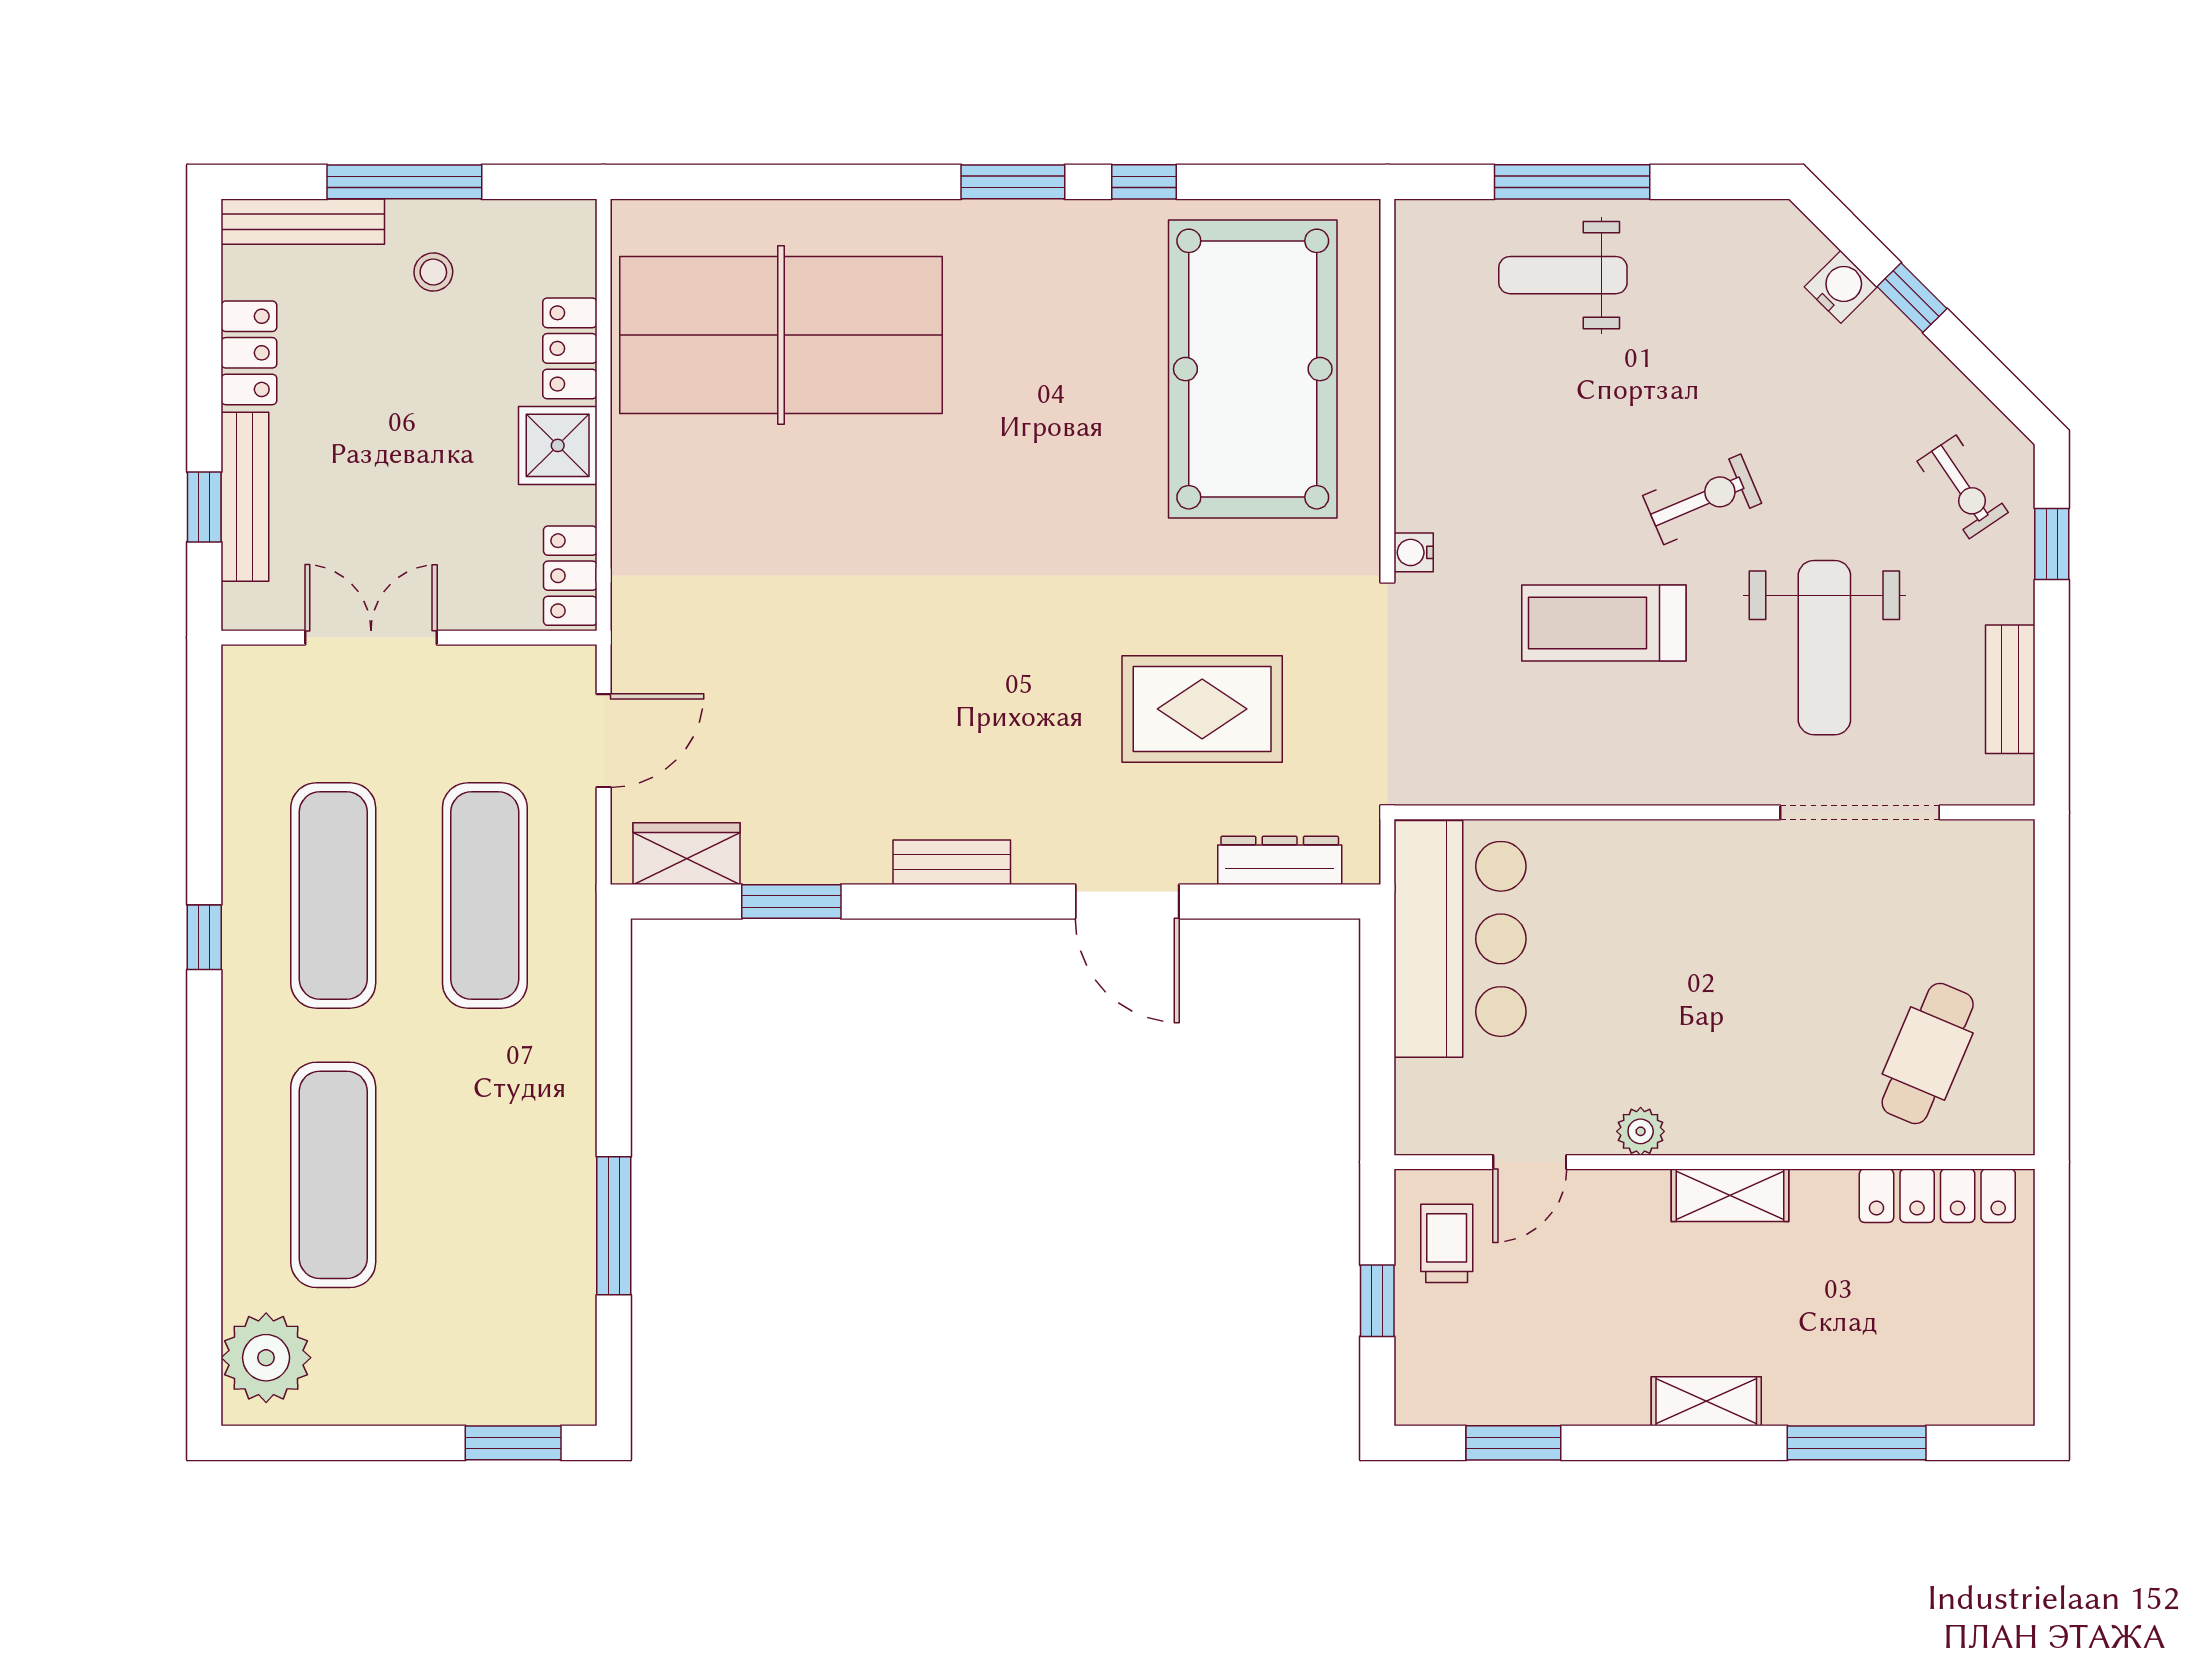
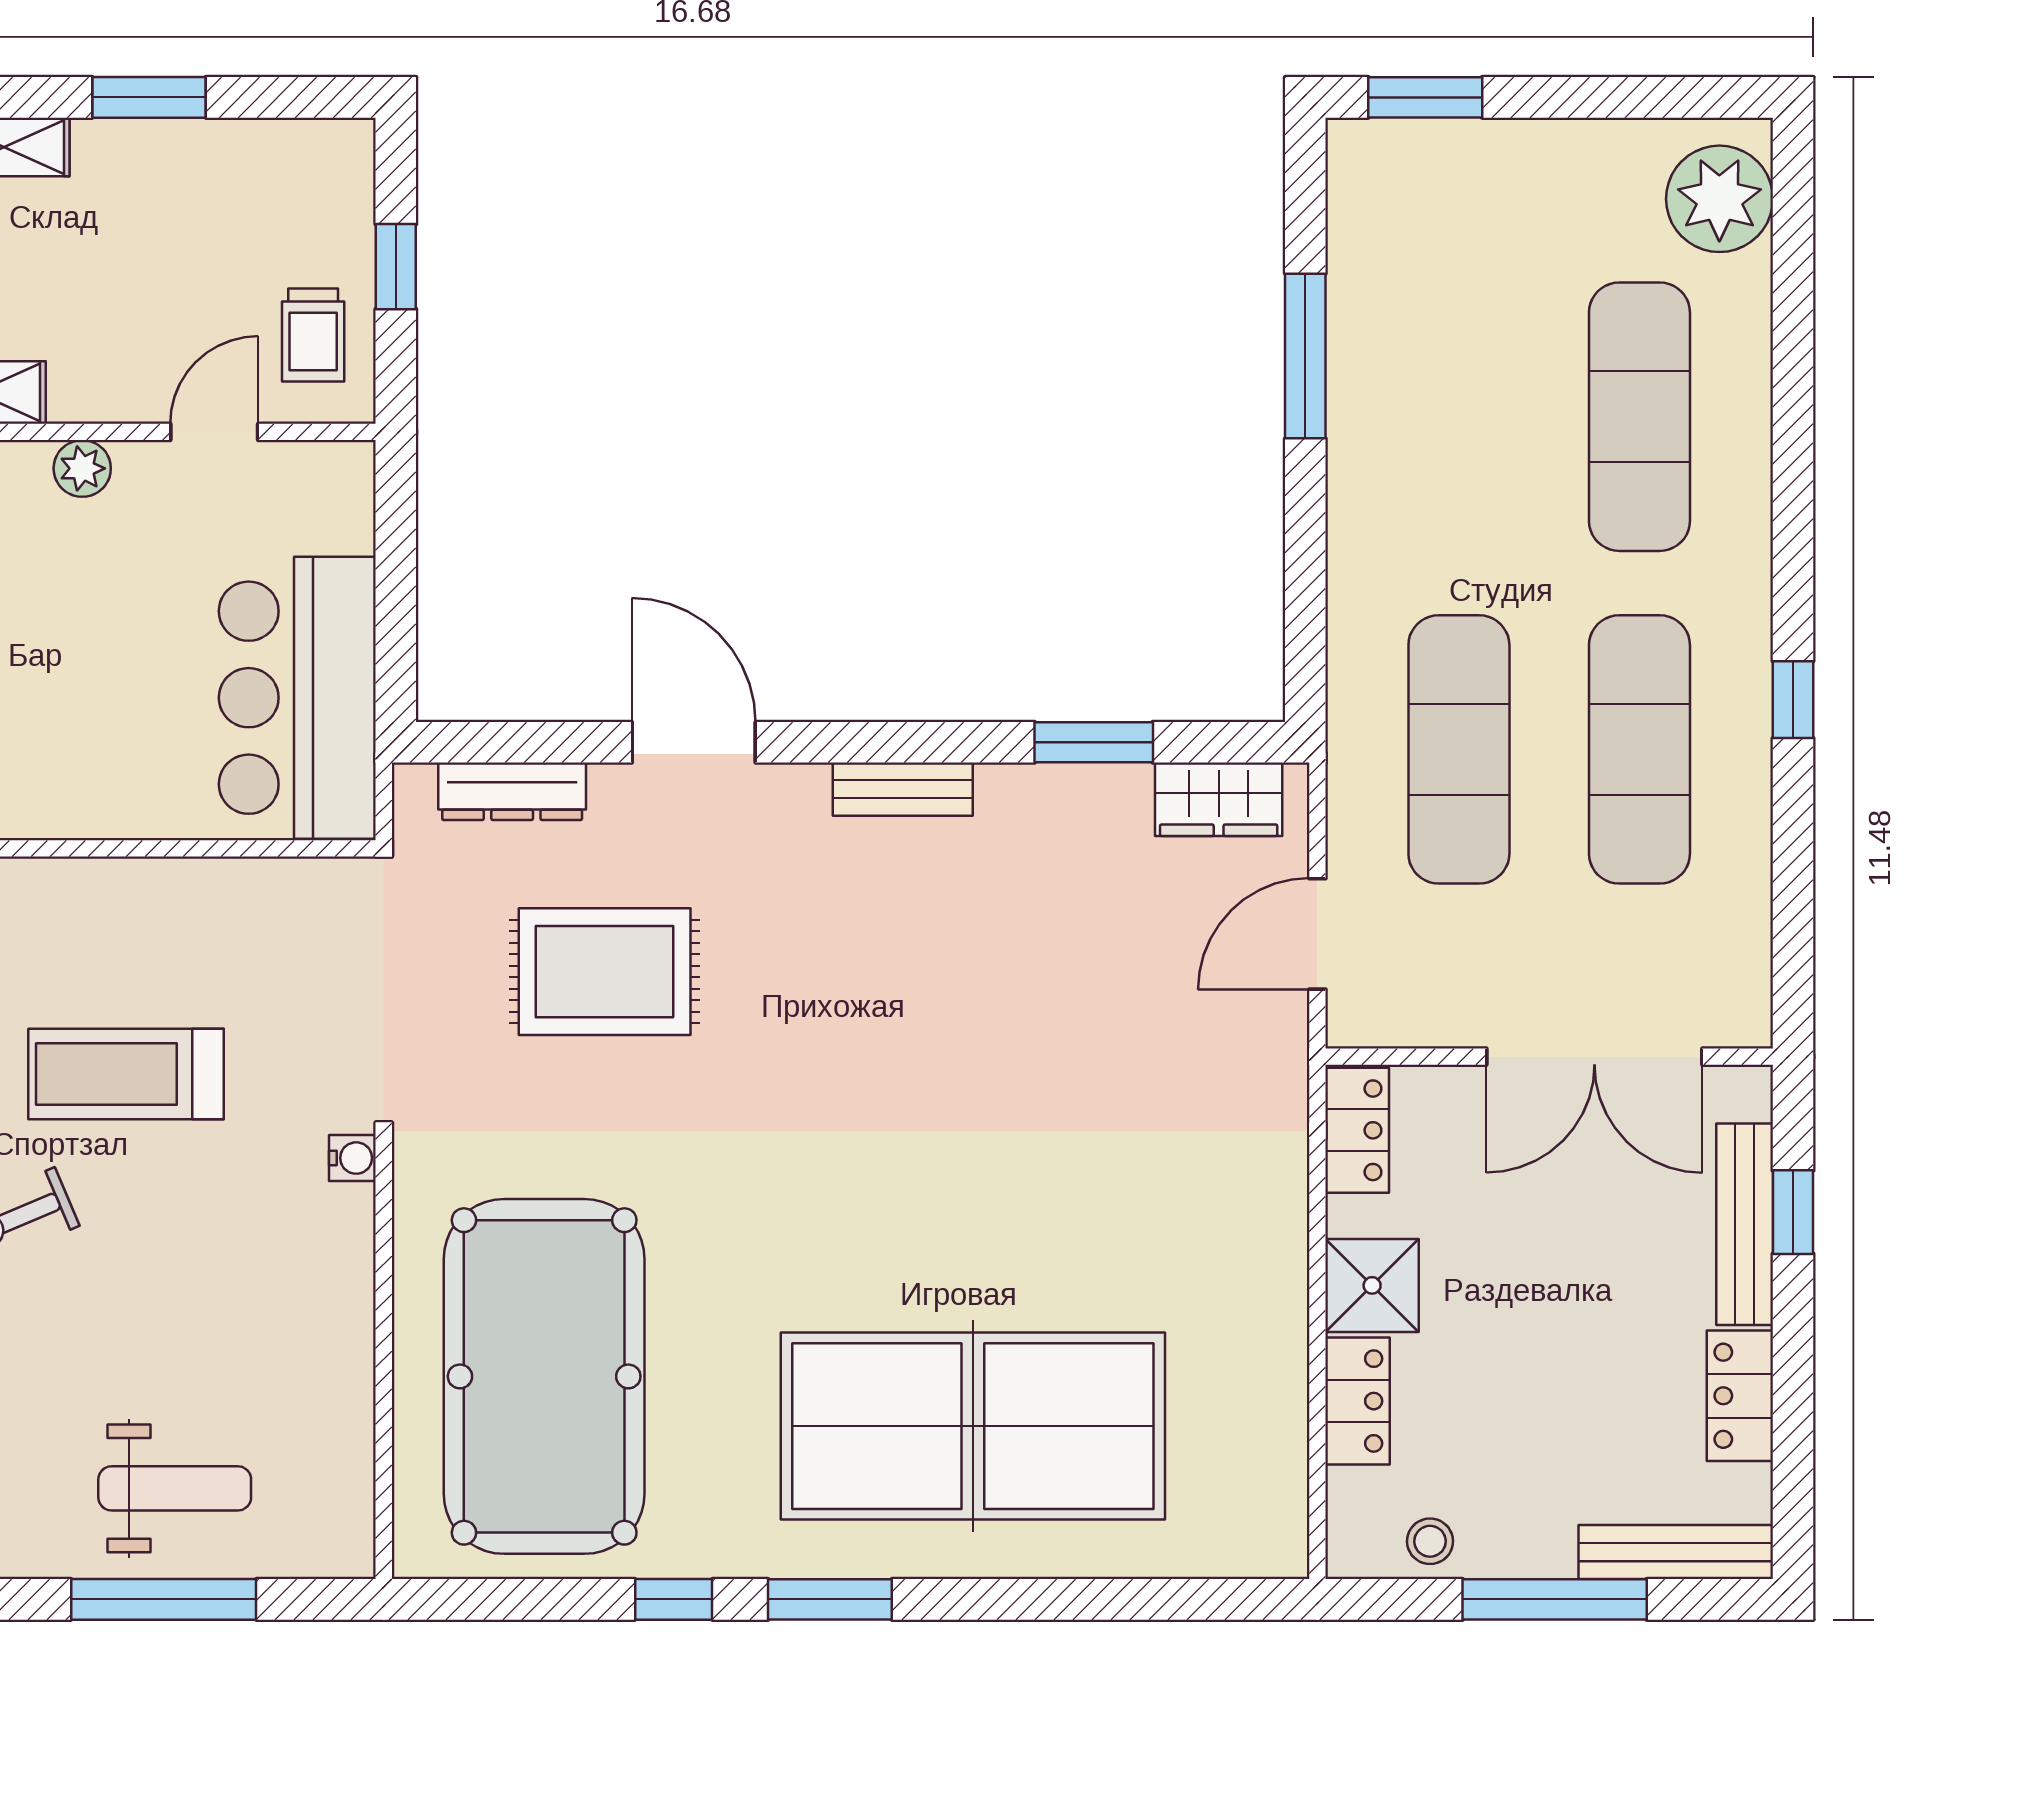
stool: (433, 272) -> (1430, 1541), moved
table tennis table: (781, 335) -> (973, 1426), moved
treadmill: (1604, 623) -> (126, 1074), turned 180
double door: (371, 638) -> (1594, 1057), width x1.37
window: (1513, 1443) -> (149, 97), moved

